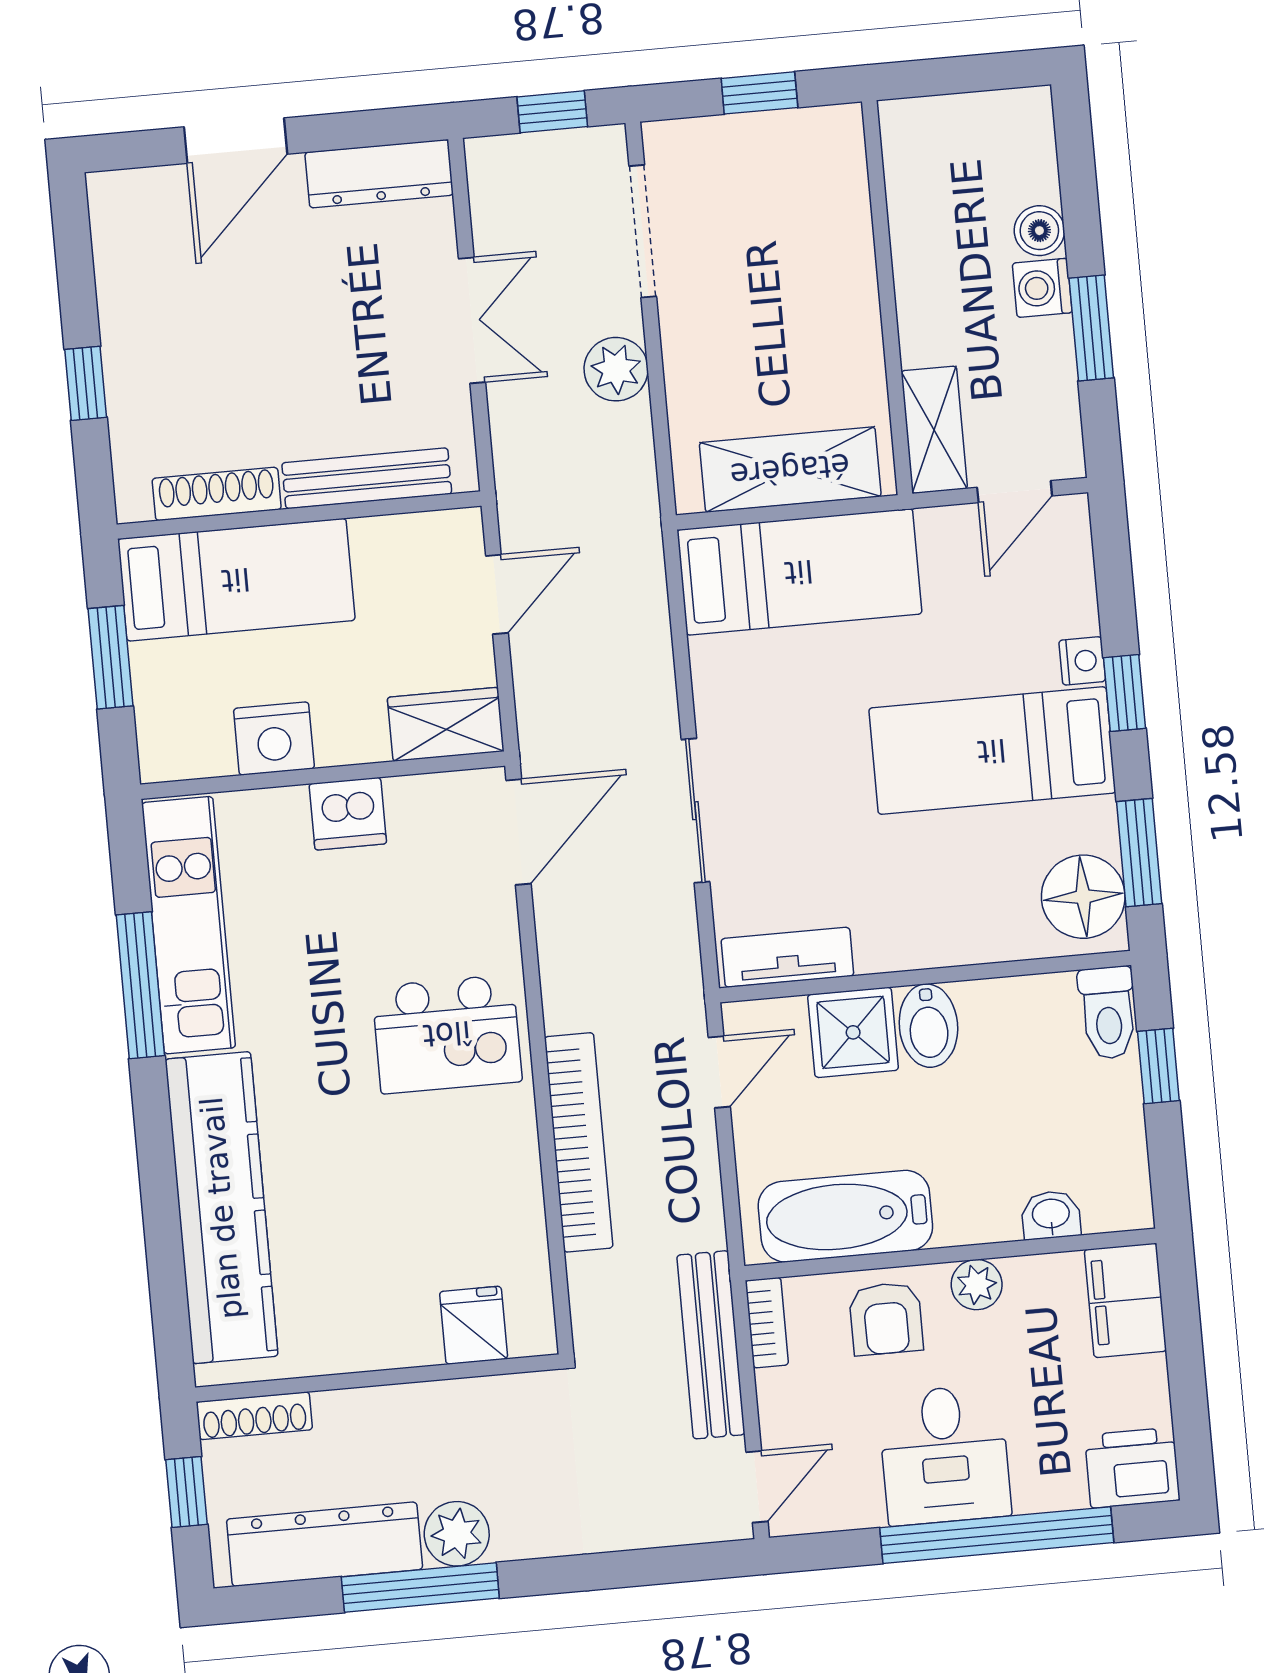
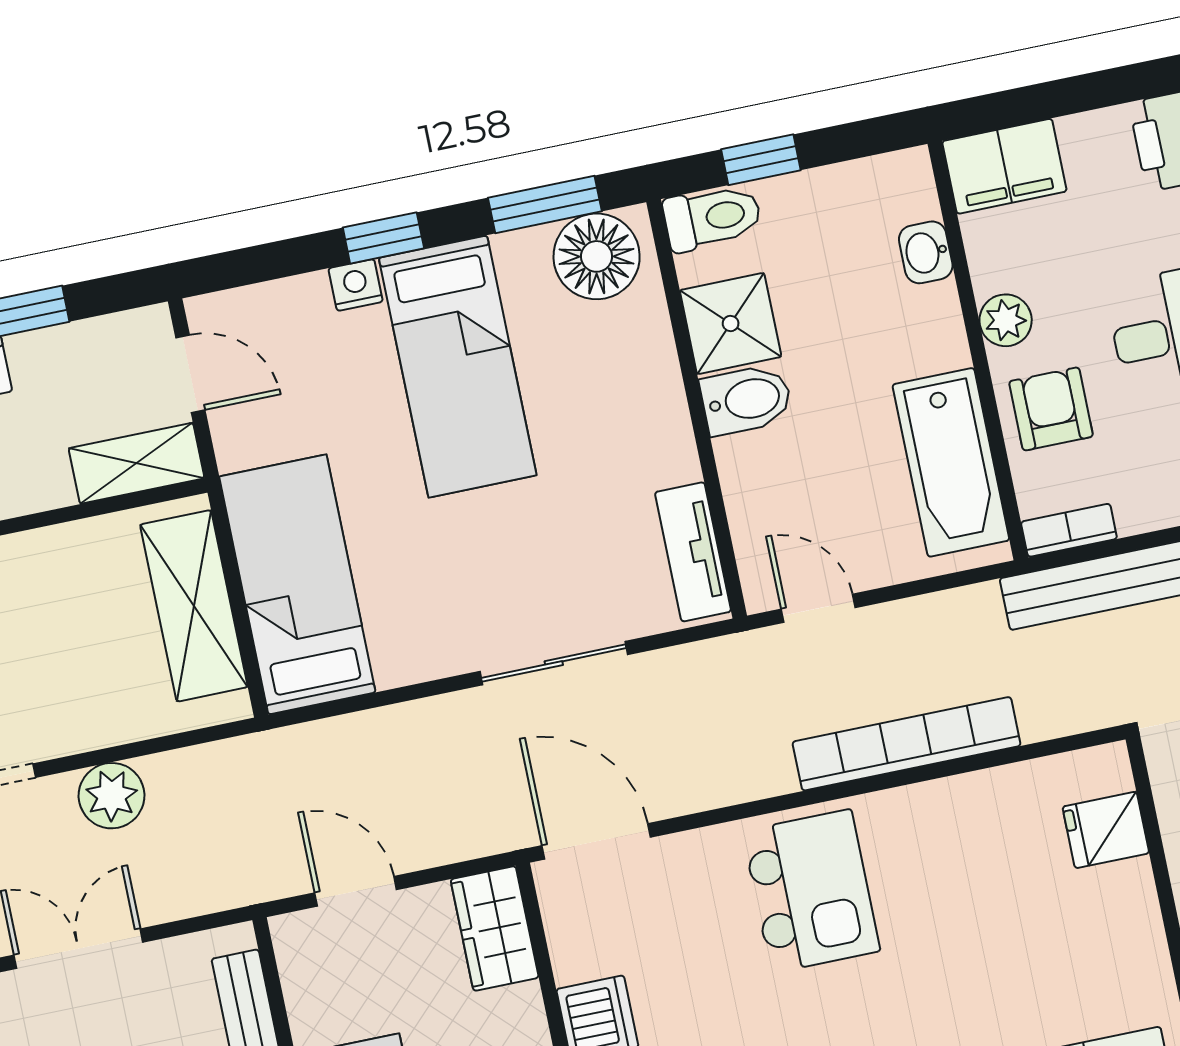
shower: (853, 1032) -> (731, 324), moved
armchair: (886, 1319) -> (1051, 409), turned -90

